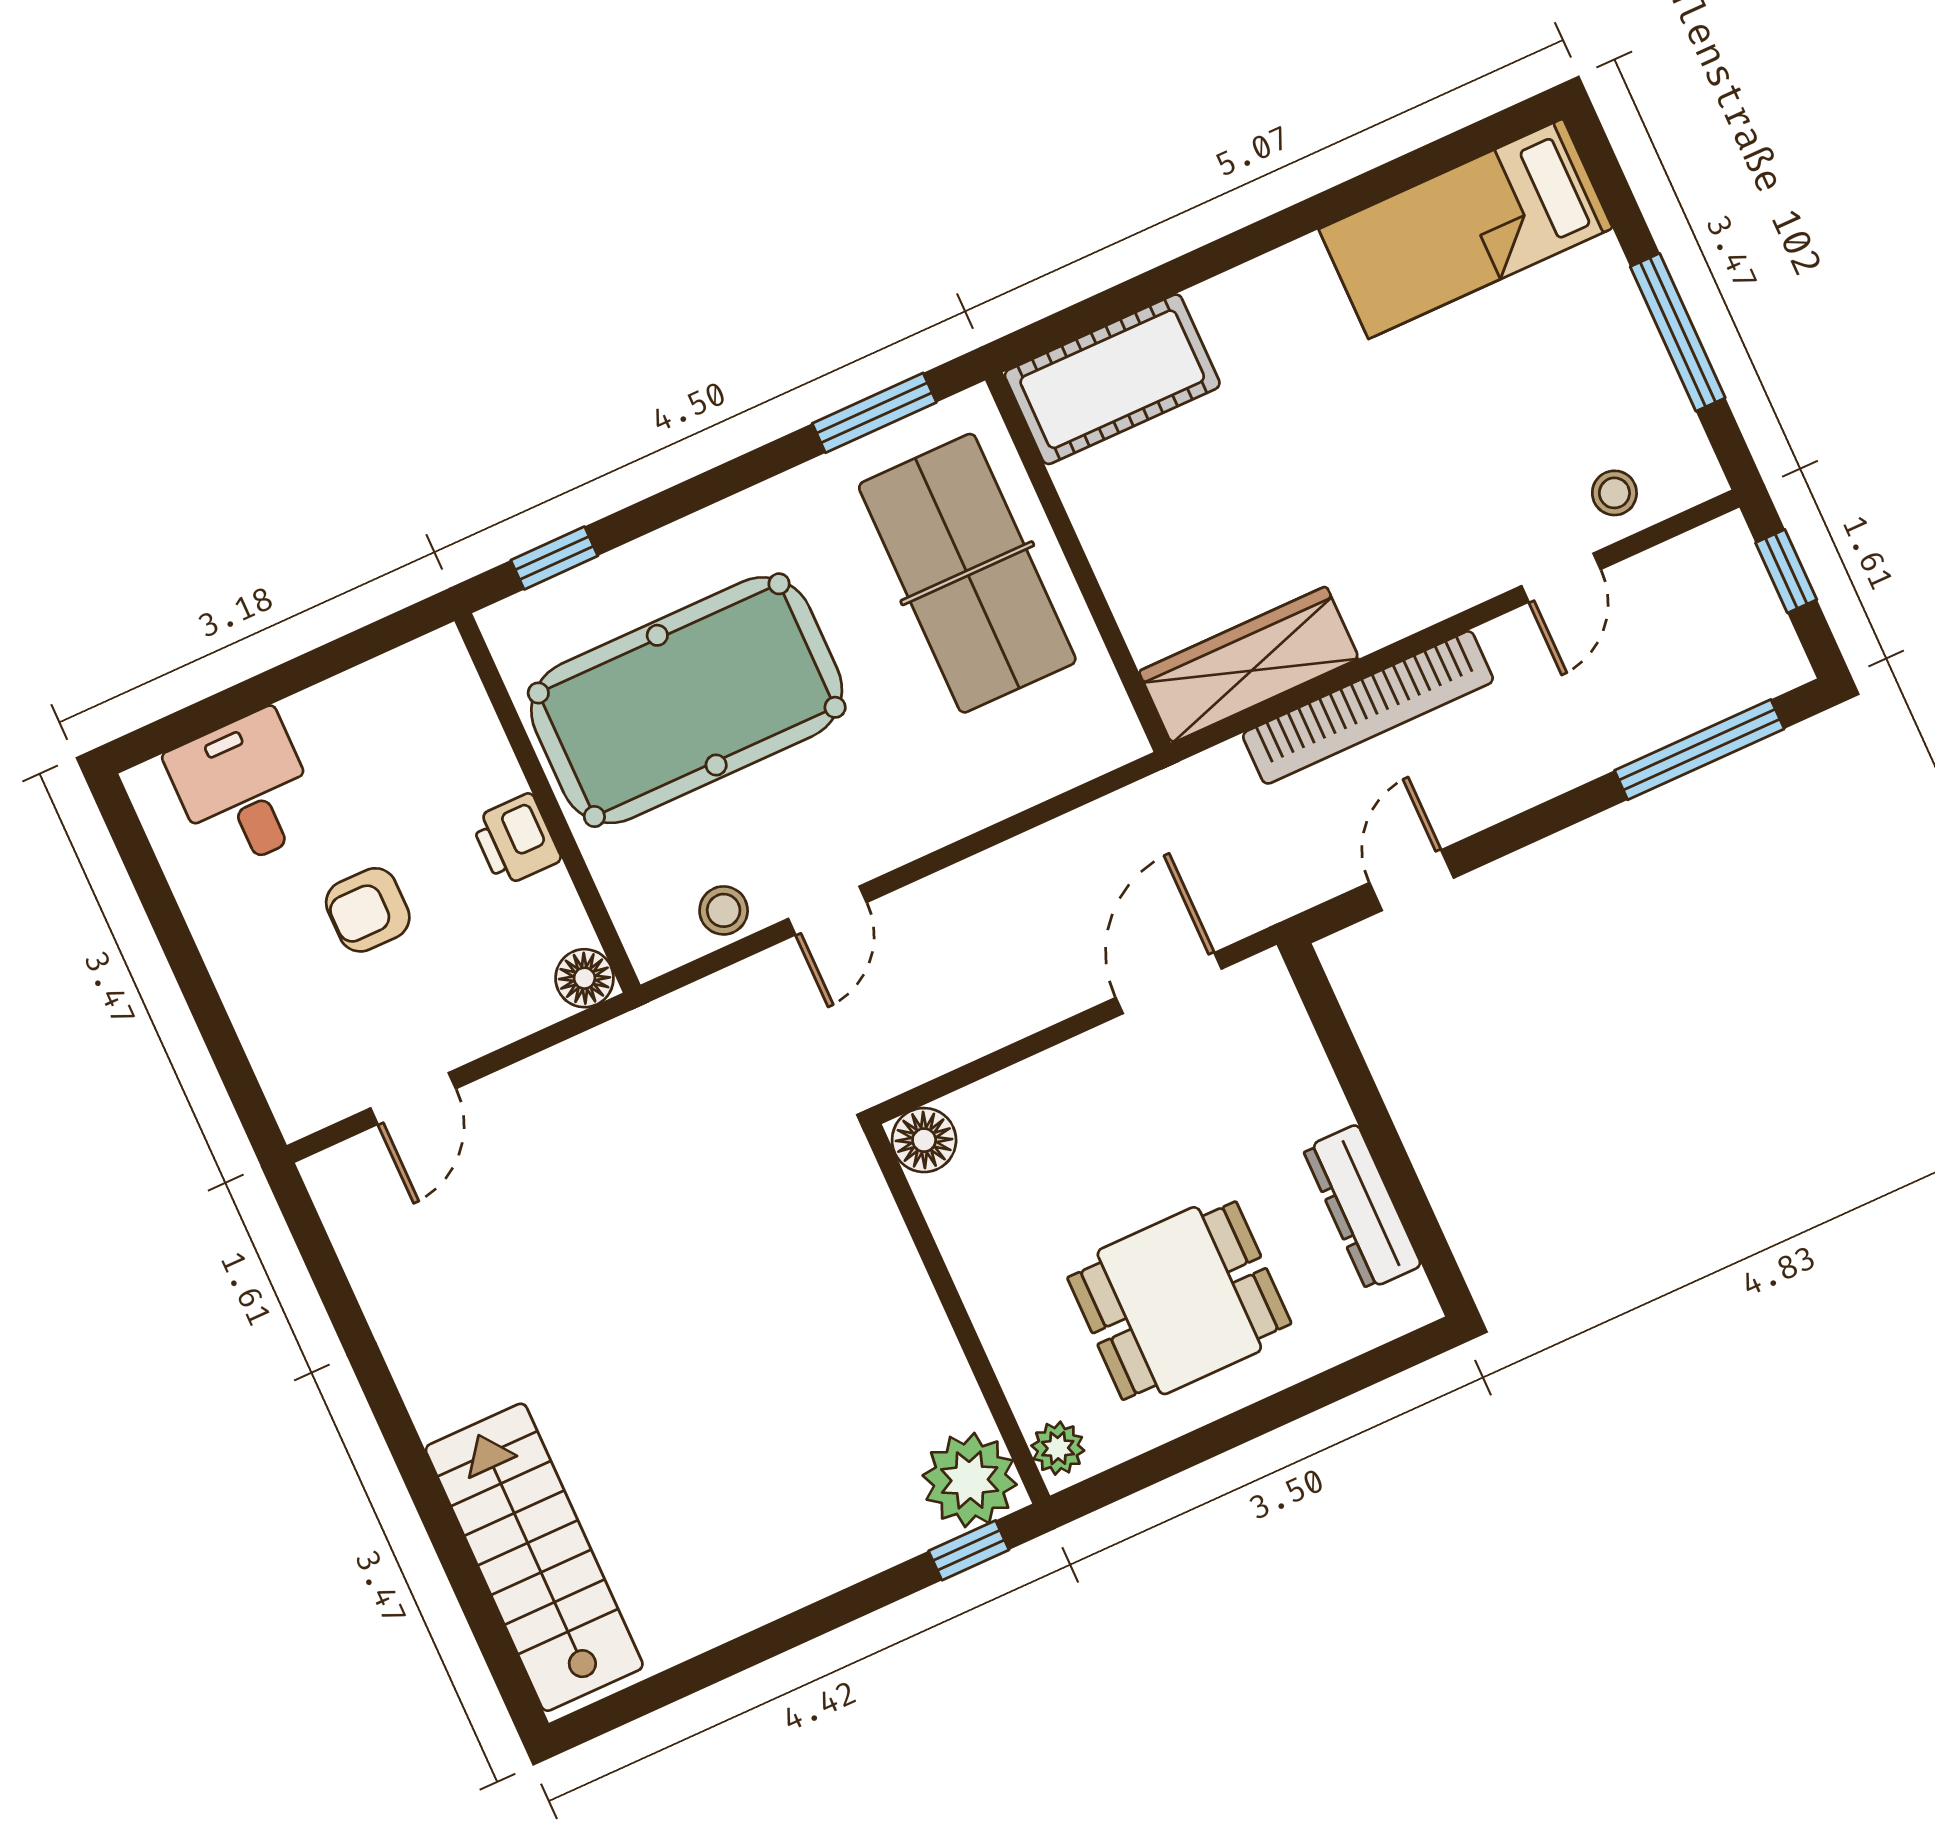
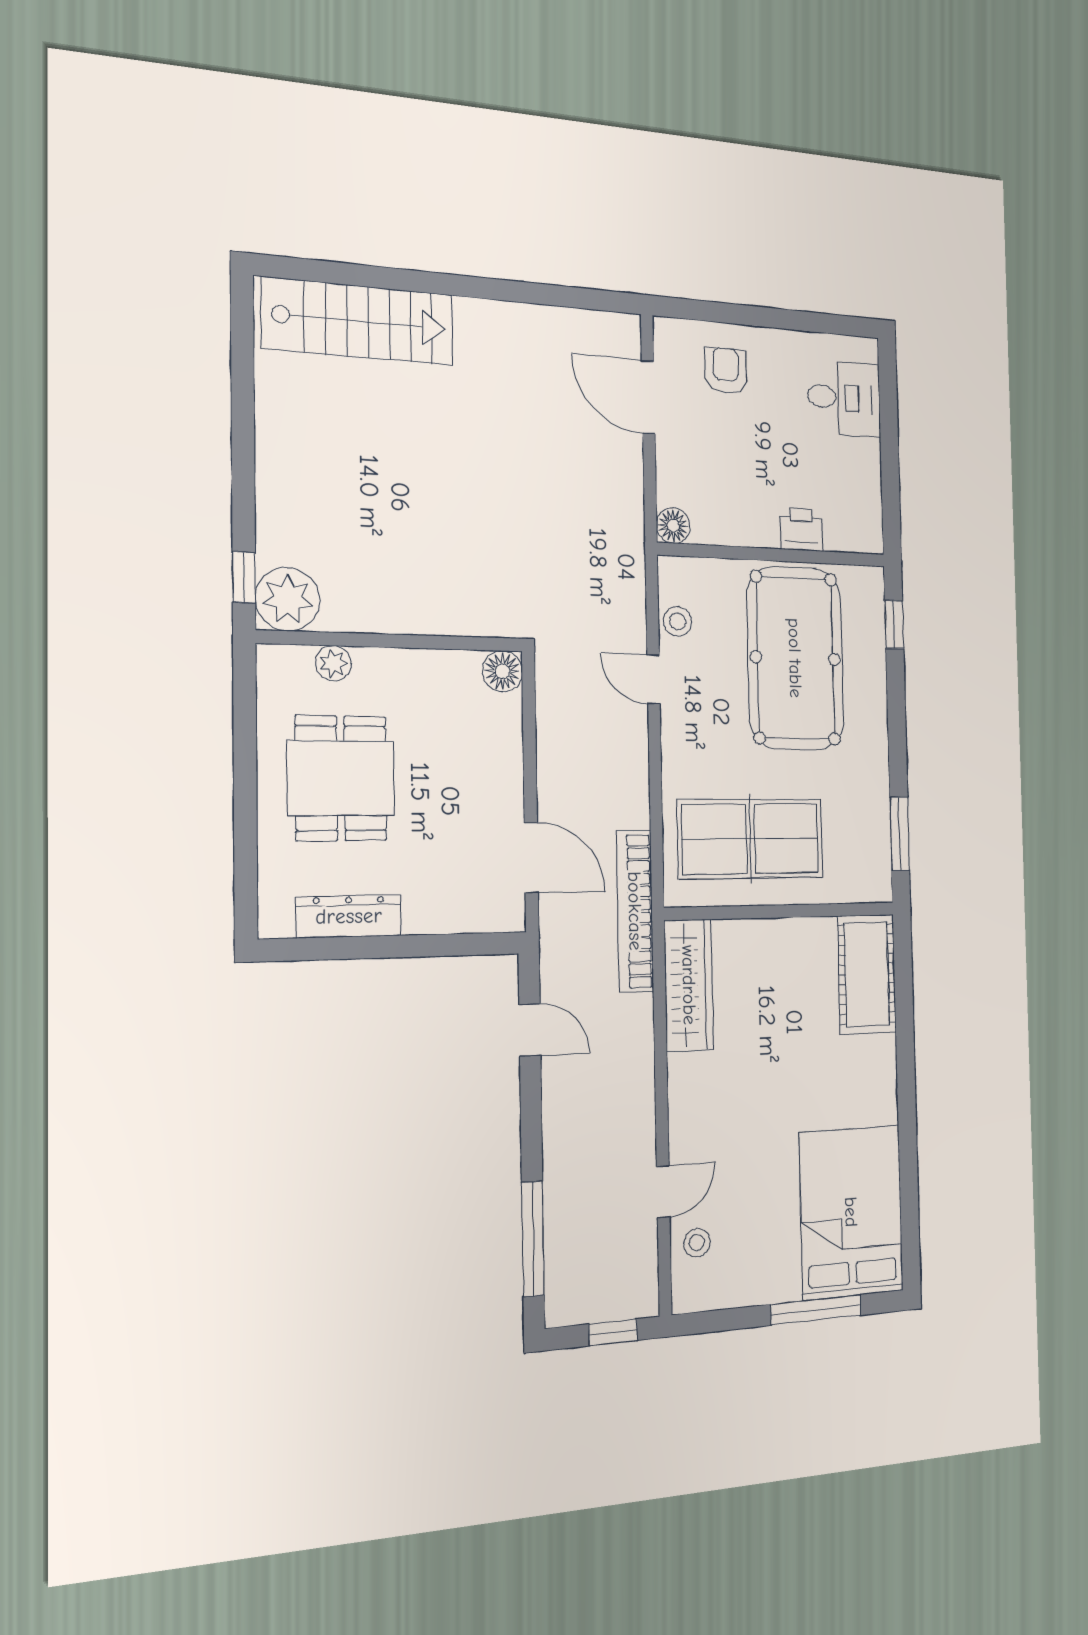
bed: (1466, 229) -> (851, 1212), width x1.50
window: (1678, 332) -> (816, 1310), moved
table tennis table: (967, 573) -> (750, 839), moved
door: (1561, 578) -> (663, 1192), swing flipped
bookcase: (1368, 707) -> (635, 911), moved
printer: (516, 840) -> (801, 530), moved
armchair: (368, 910) -> (726, 371), moved
door: (413, 1098) -> (648, 397), width x1.38
plant: (1058, 1448) -> (333, 663), moved

